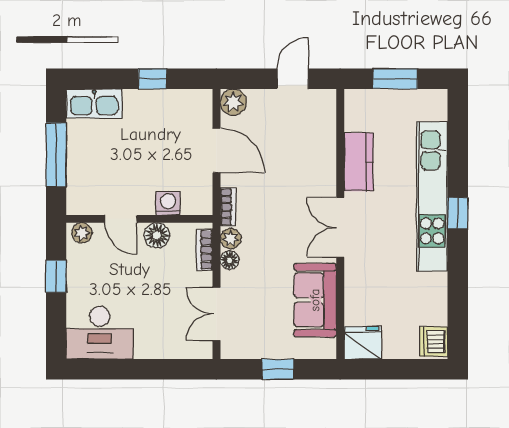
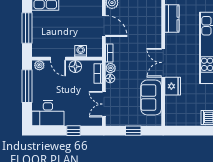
kitchen counter: (359, 162) -> (172, 18), moved
window: (56, 276) -> (27, 86), width x2.17
fridge: (363, 343) -> (173, 86), moved, turned 90
window: (153, 369) -> (74, 131), added

